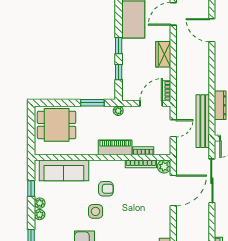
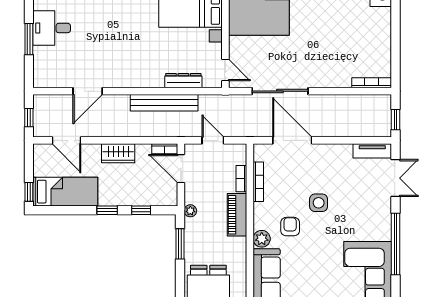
bench: (203, 121) -> (164, 103), moved
plant: (164, 167) -> (262, 239), moved
side table: (96, 211) -> (319, 203), moved

